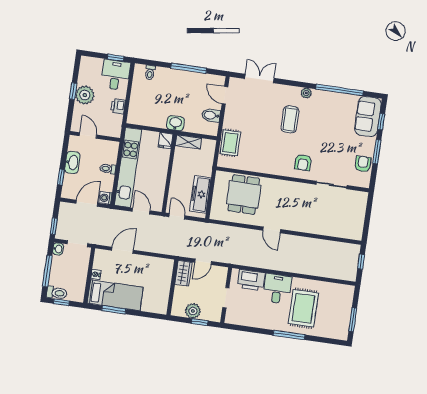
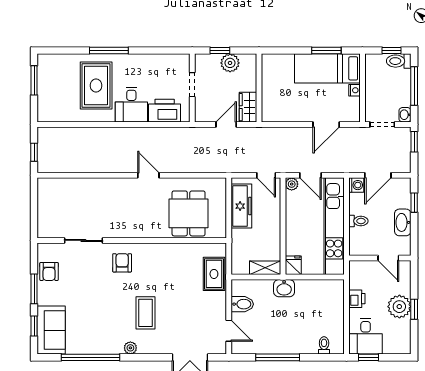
plant: (157, 206) -> (292, 184), added

